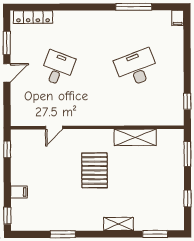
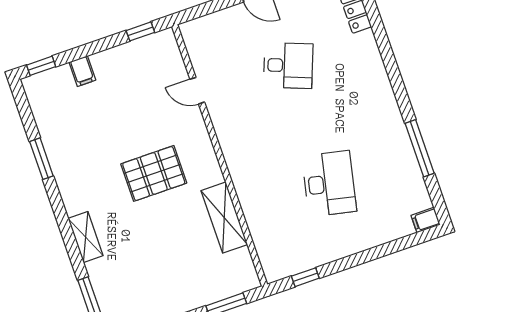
desk: (136, 68) -> (329, 184), turned 33

